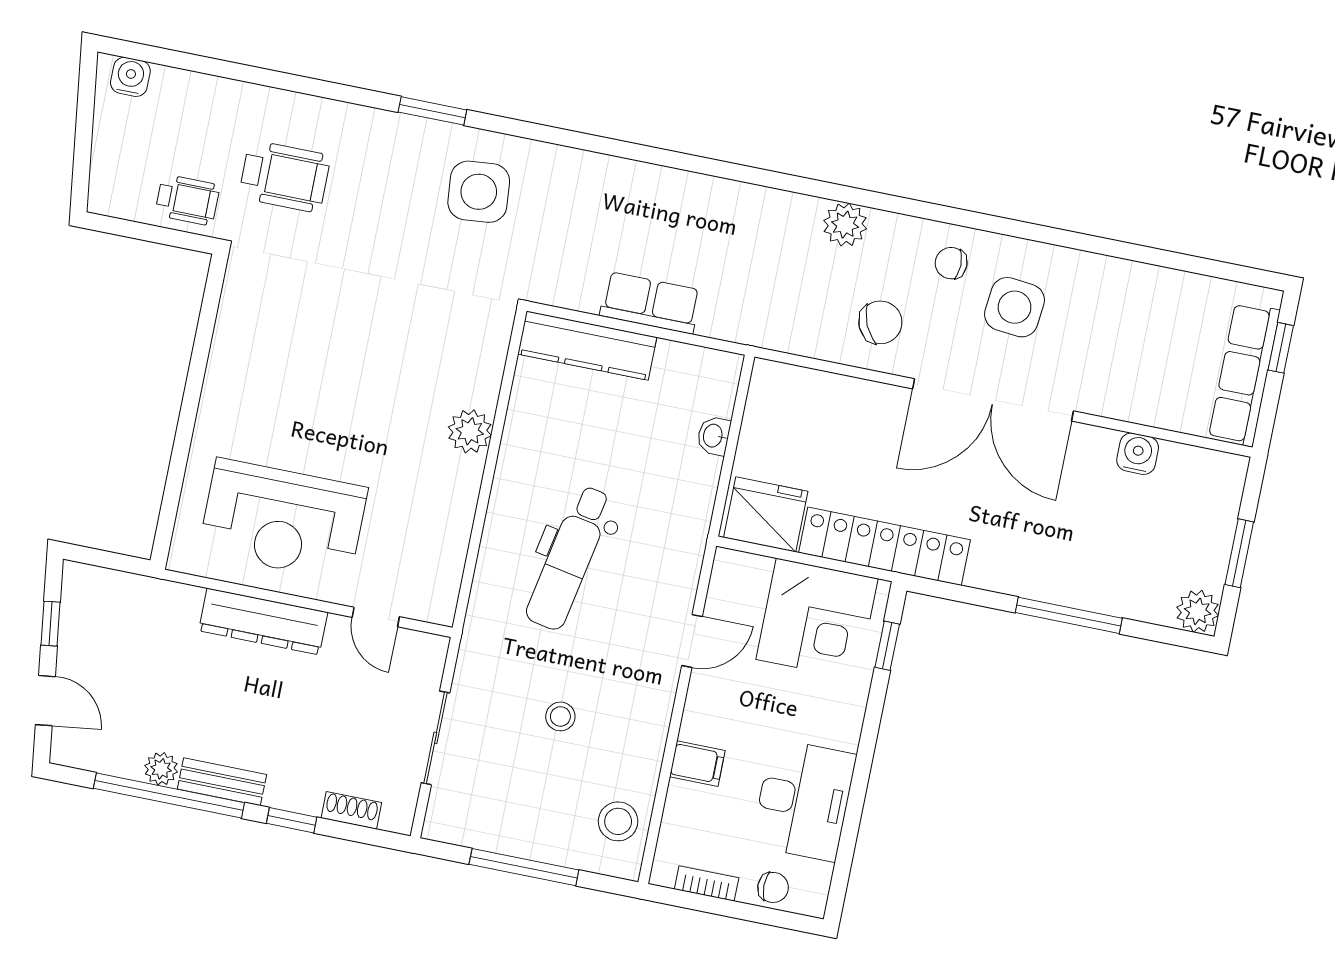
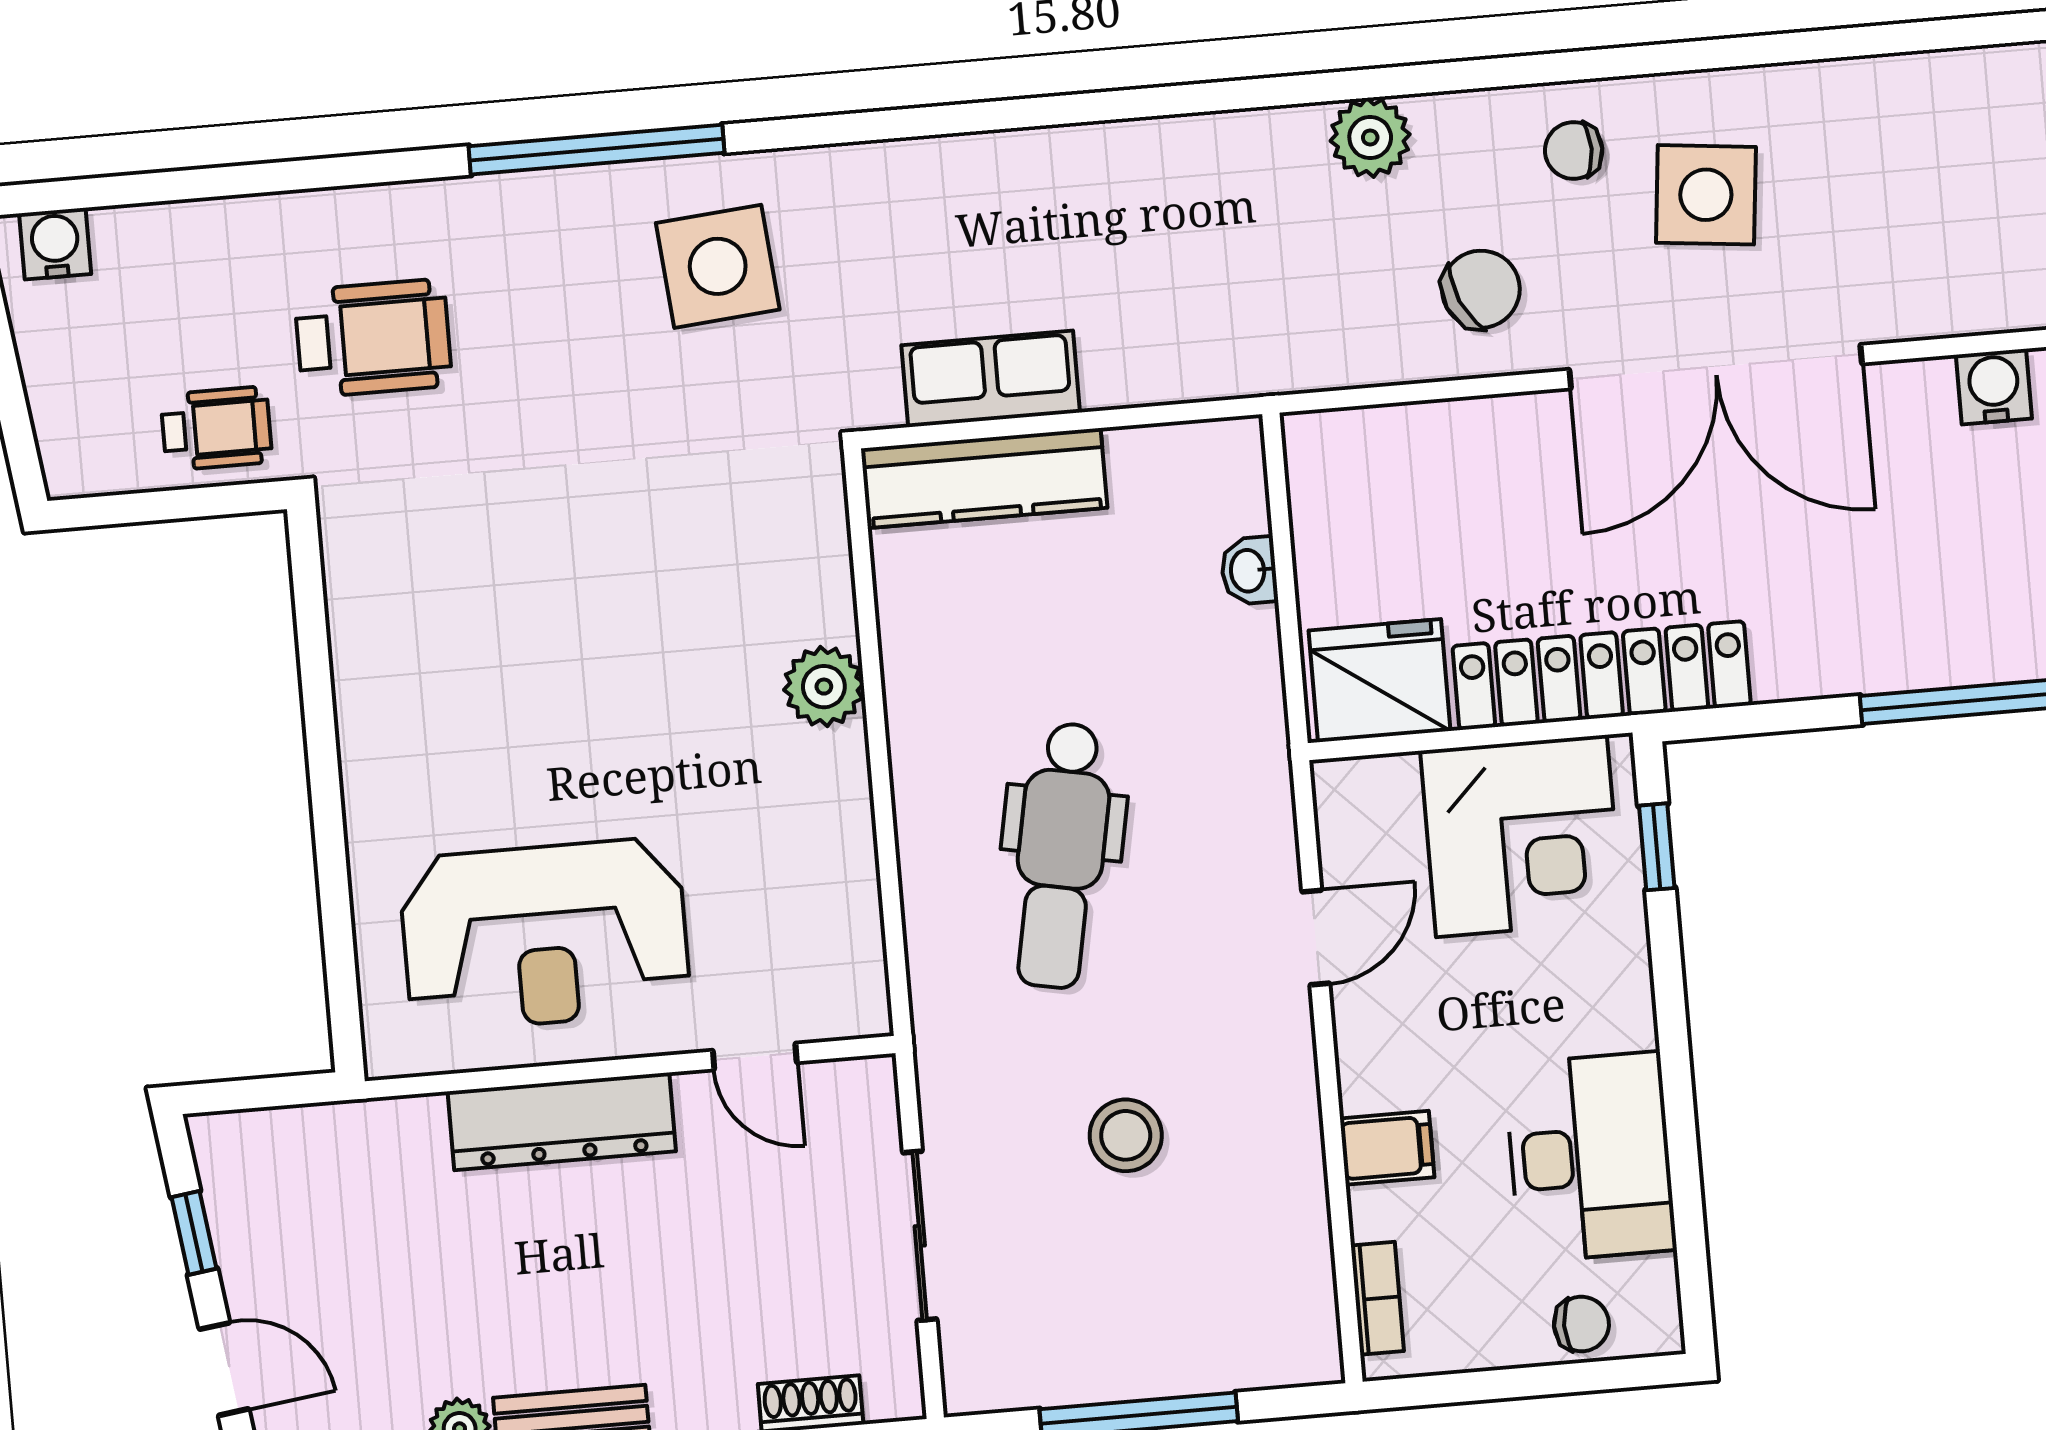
window: (432, 111) -> (596, 150), width x2.11
row of seats: (650, 303) -> (991, 379), moved
stool: (560, 716) -> (1126, 1135), width x1.37, depth x1.37
stool: (618, 821) -> (1279, 1288), removed
bookcase: (707, 883) -> (1377, 1298), moved, turned 90

